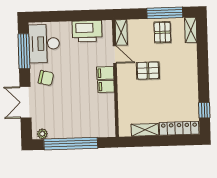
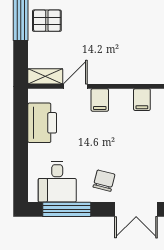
desk: (44, 44) -> (57, 182), width x0.73
pallet: (148, 71) -> (98, 42), removed
filing cabinet: (106, 86) -> (142, 100), moved

